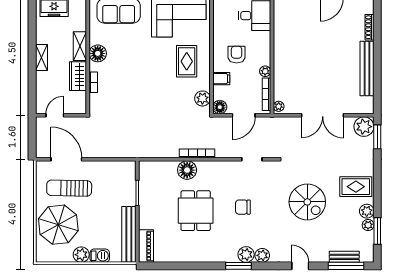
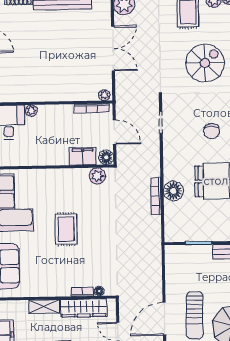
floor lamp: (98, 53) -> (99, 291), moved, width x0.53, depth x0.53
armchair: (237, 55) -> (50, 141), removed
rug: (187, 61) -> (66, 229), moved, turned 90
plant: (265, 71) -> (31, 111), moved
wardrobe: (78, 76) -> (84, 308), width x1.50
filing cabinet: (221, 79) -> (83, 156), width x2.00
bookcase: (197, 153) -> (156, 196), moved

